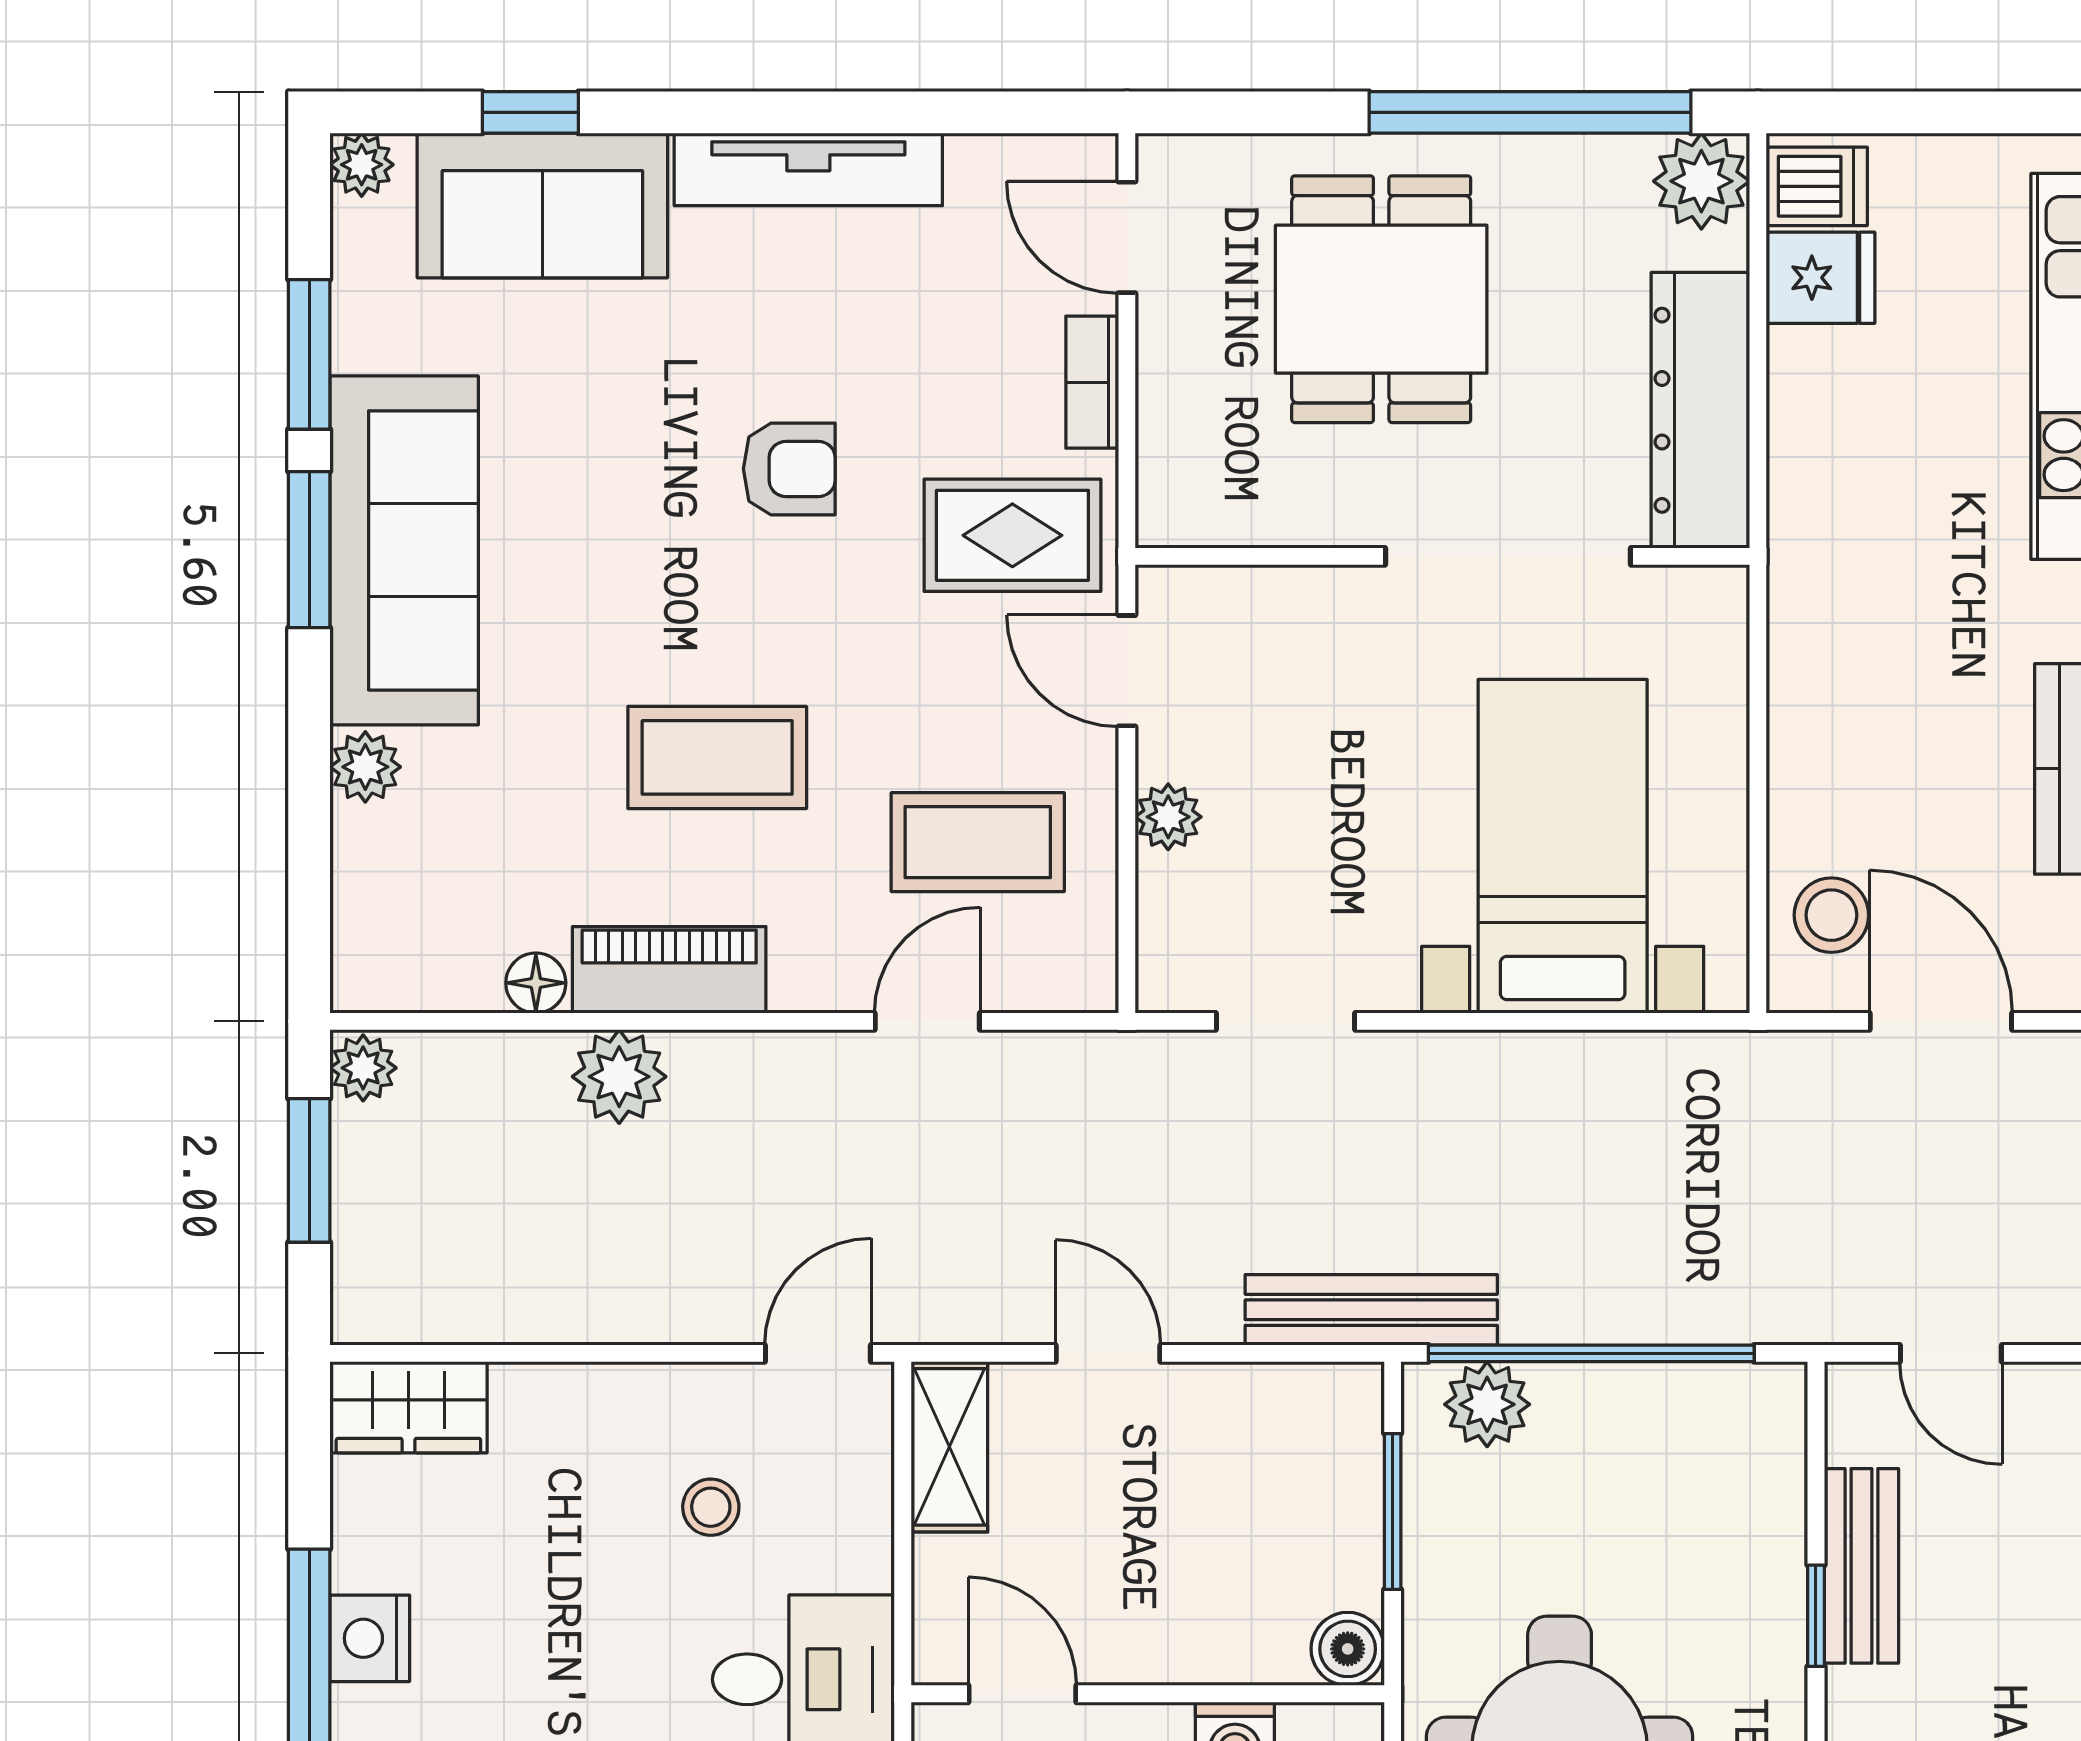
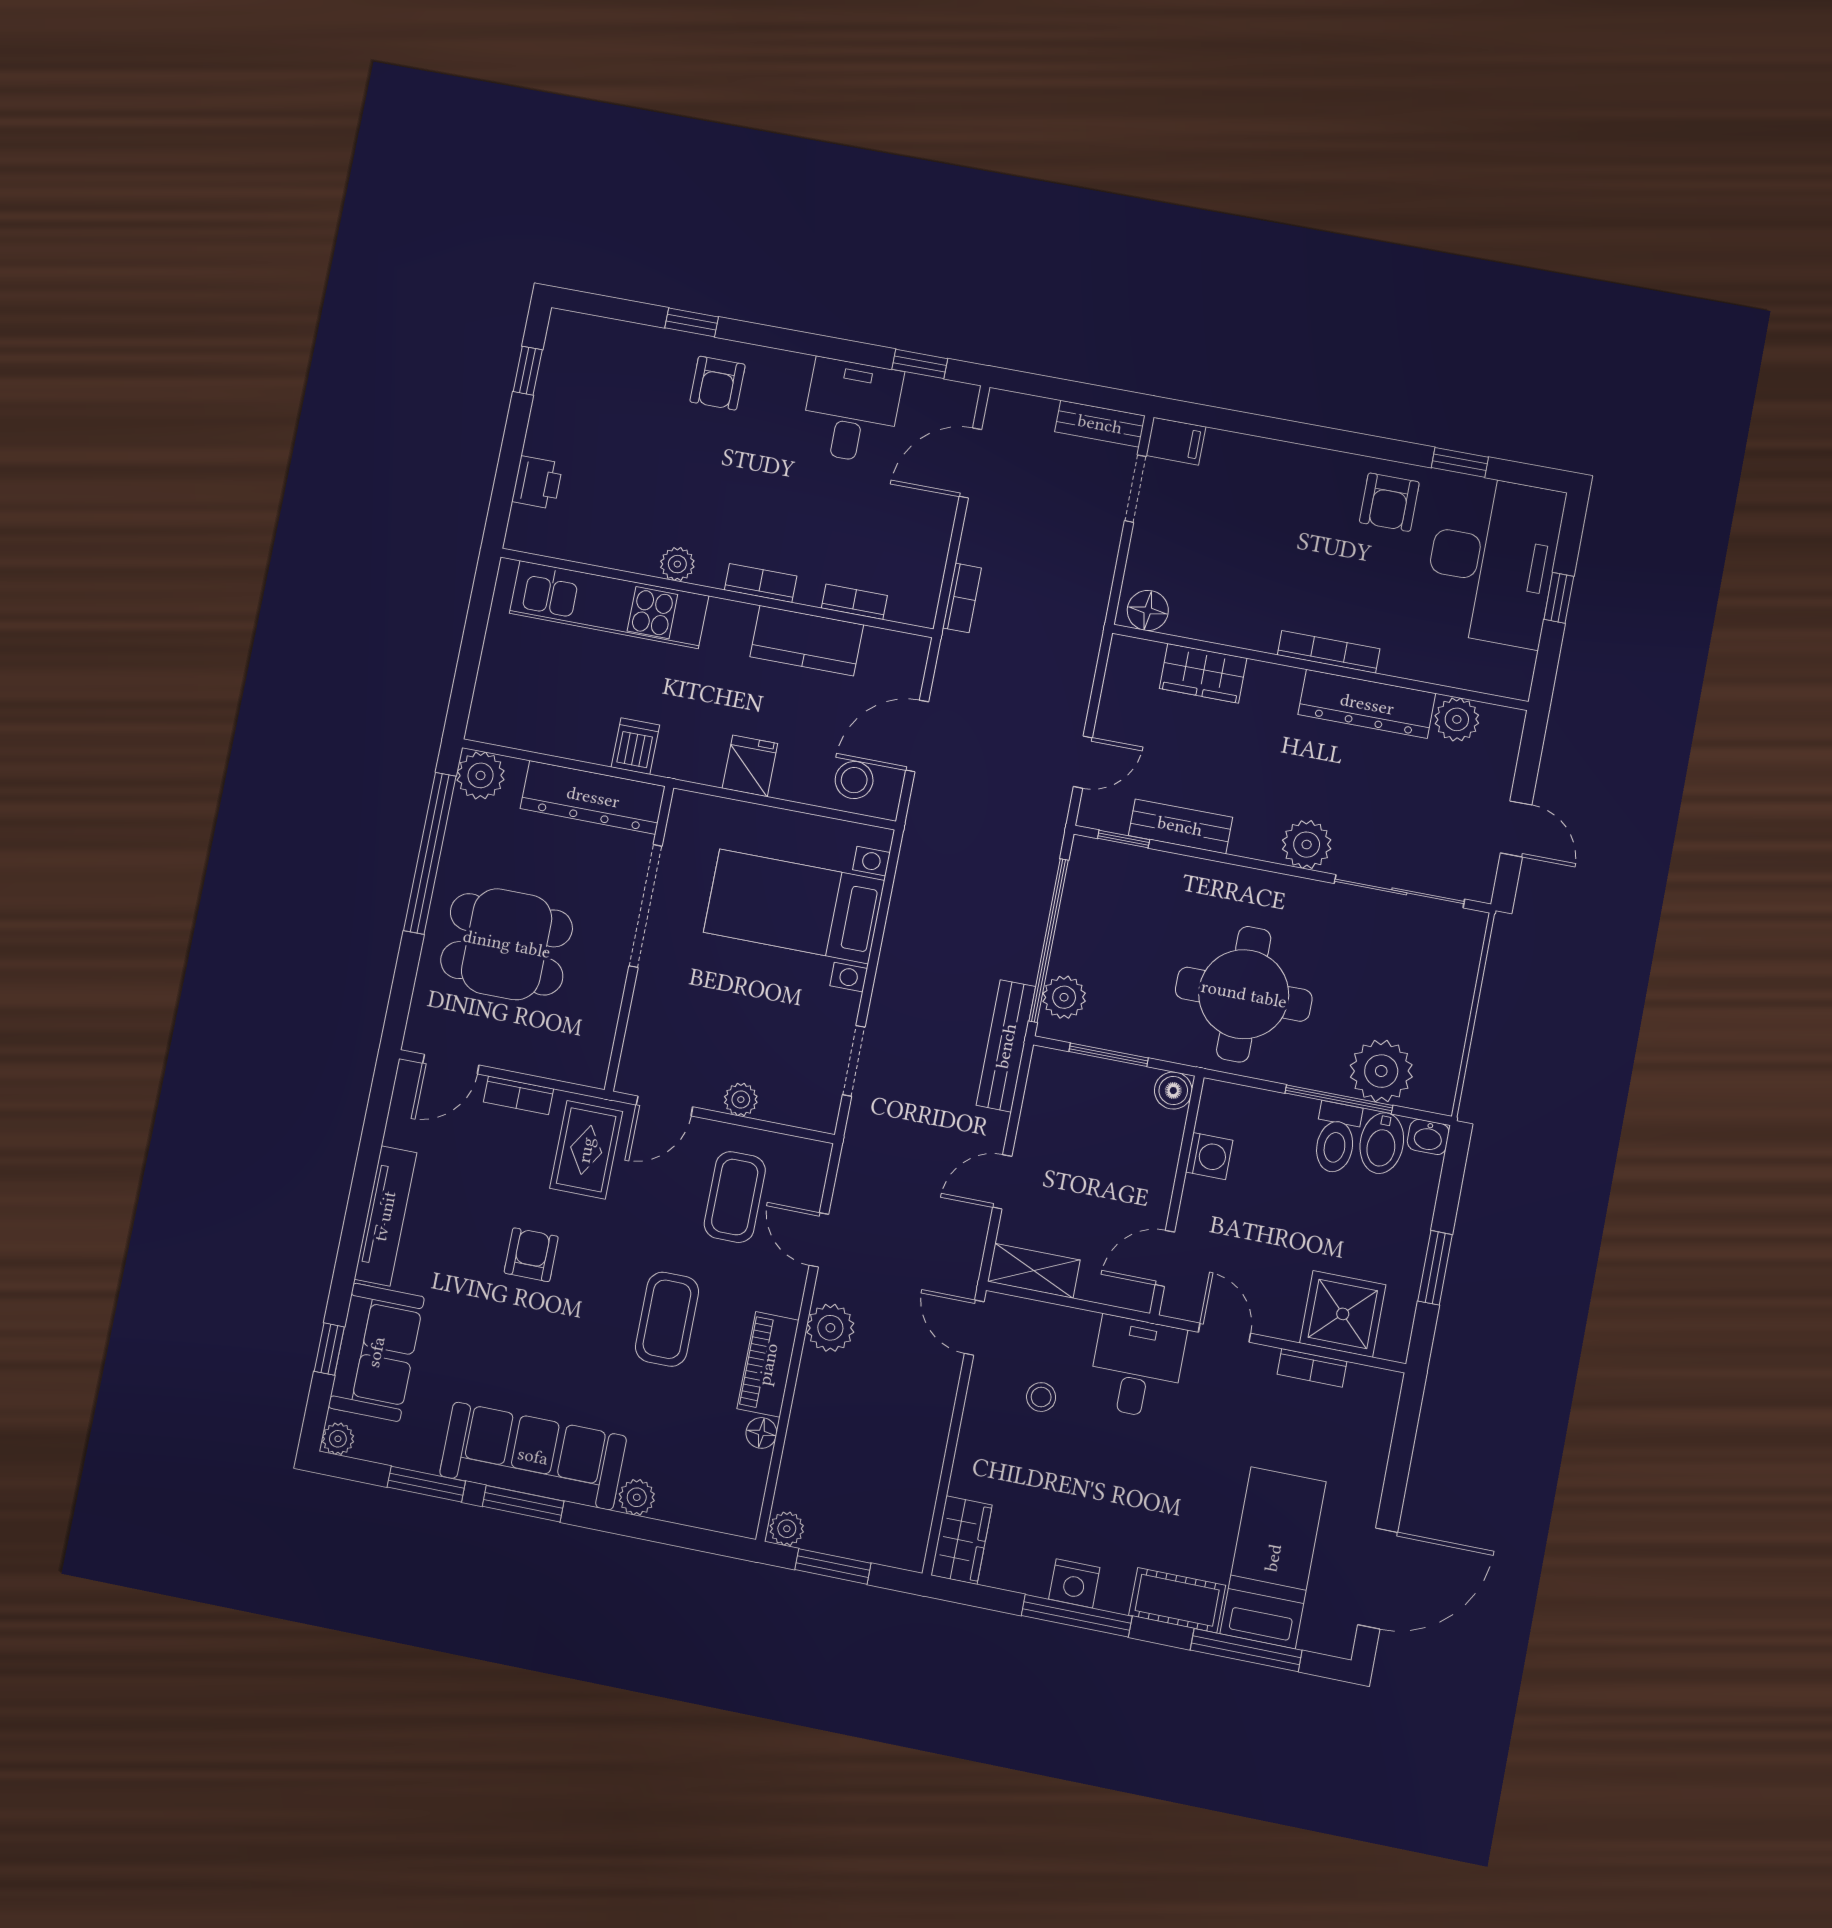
dishwasher: (1817, 186) -> (635, 746), moved
fridge: (1820, 278) -> (750, 766), moved
plant: (619, 1077) -> (830, 1328), moved
window: (1816, 1616) -> (1124, 839), moved

